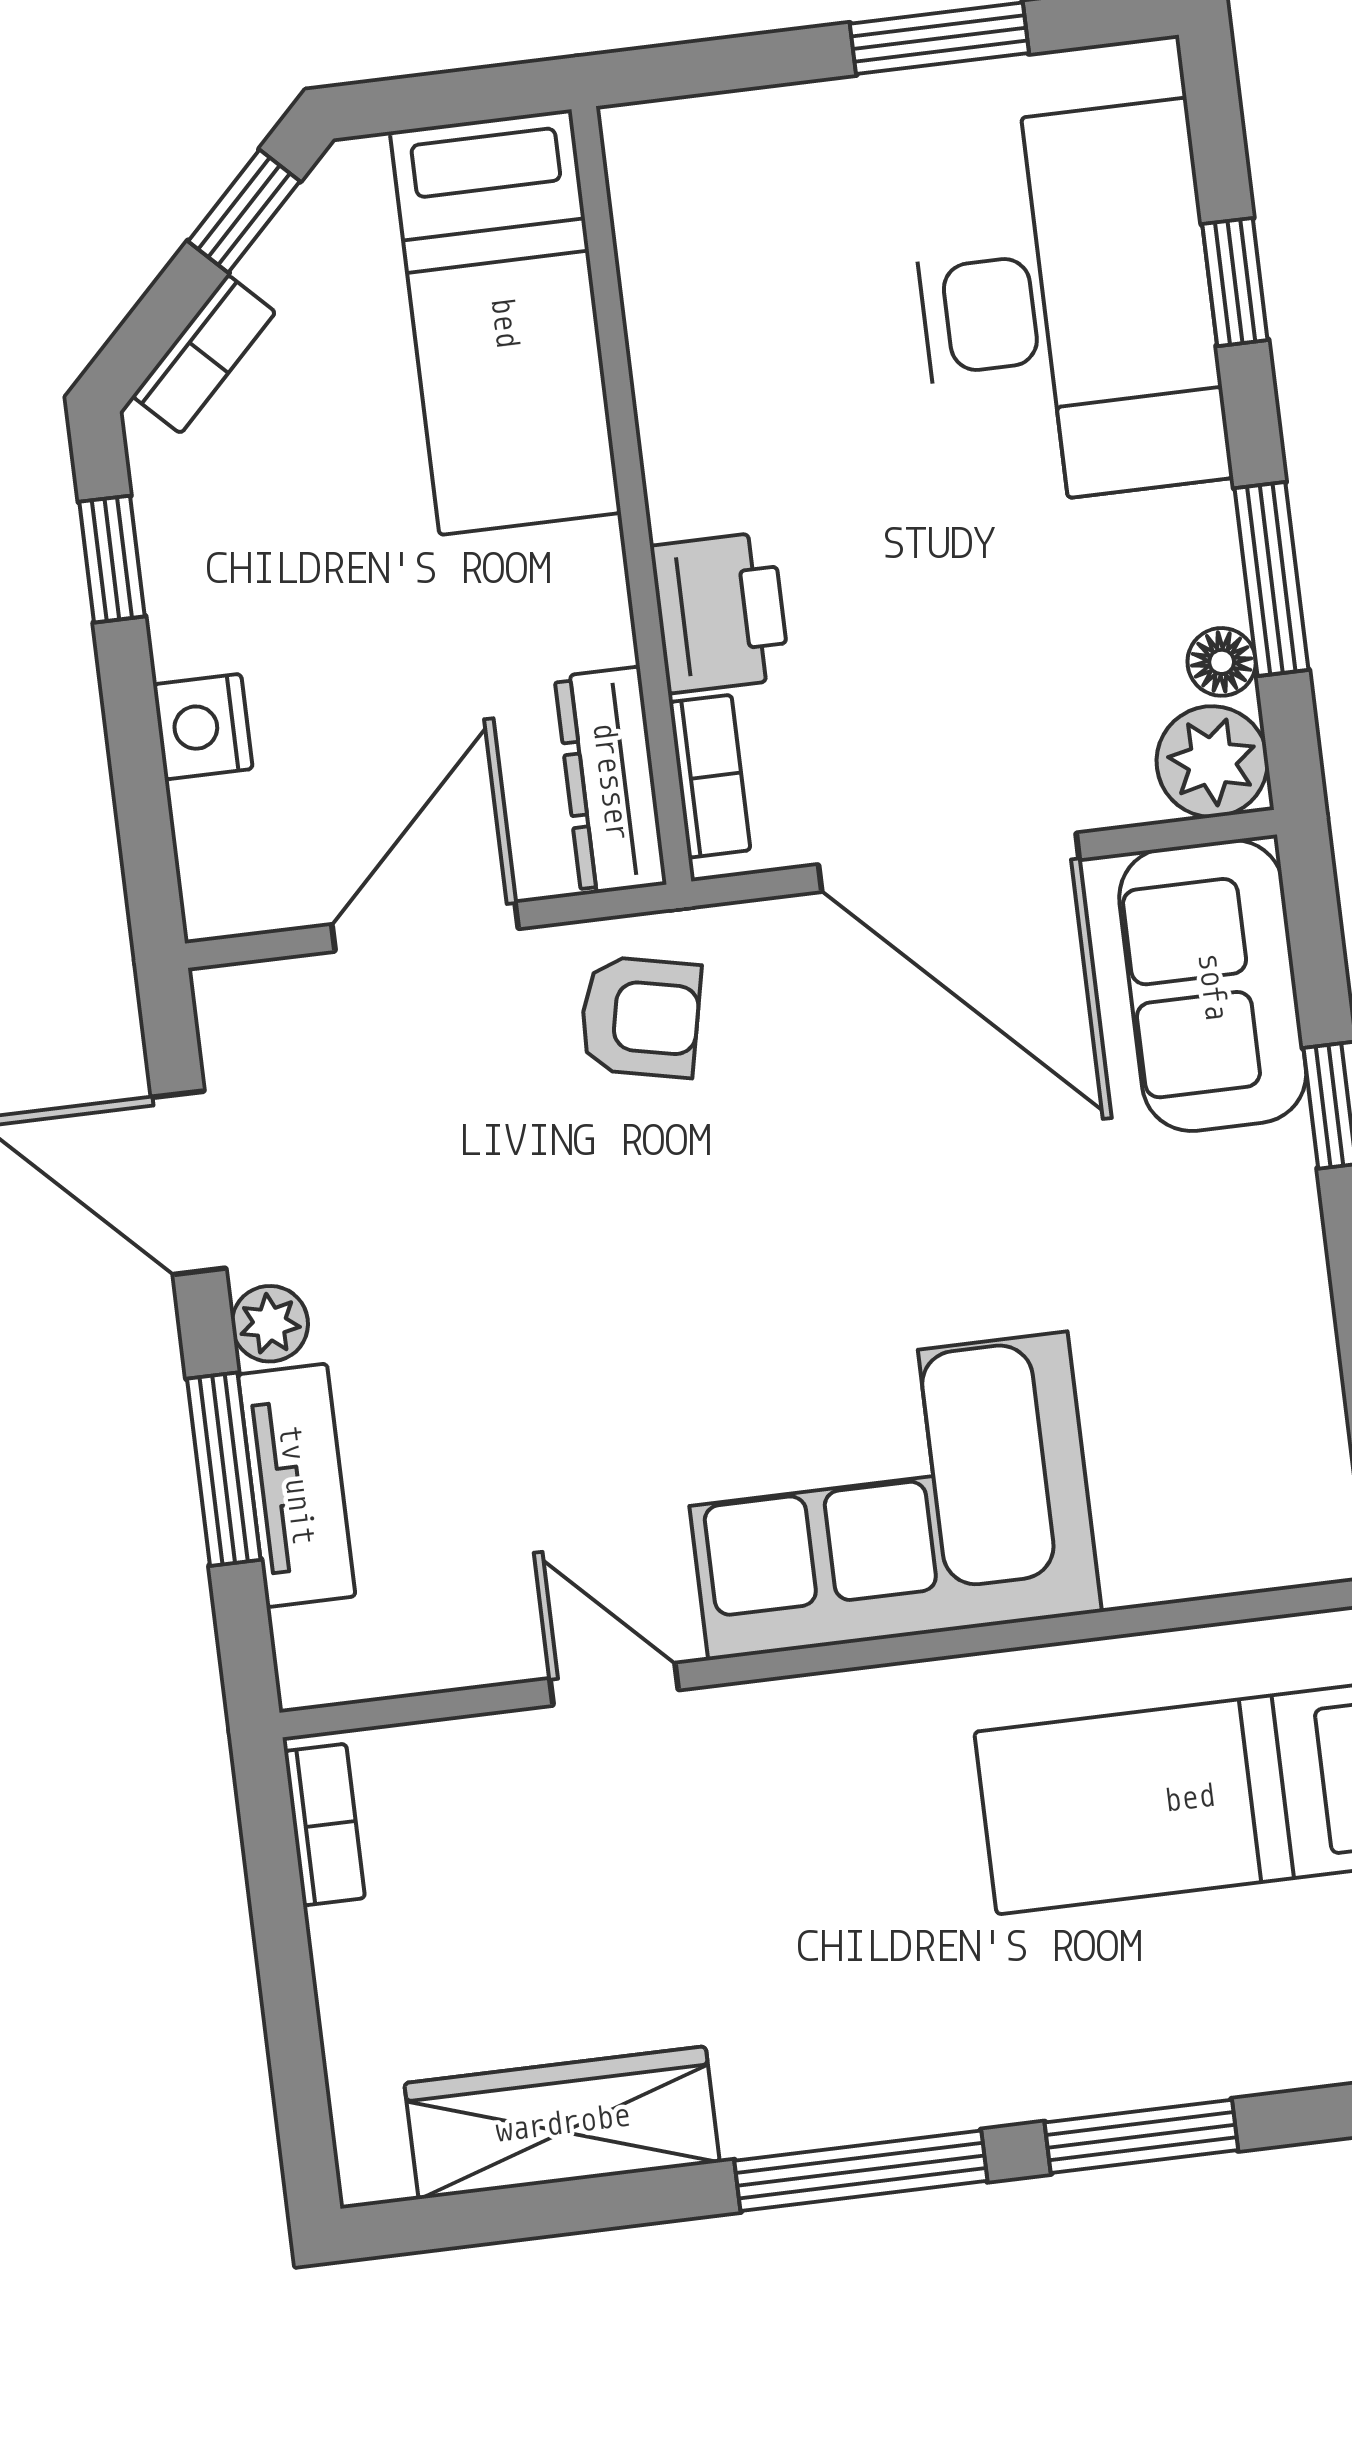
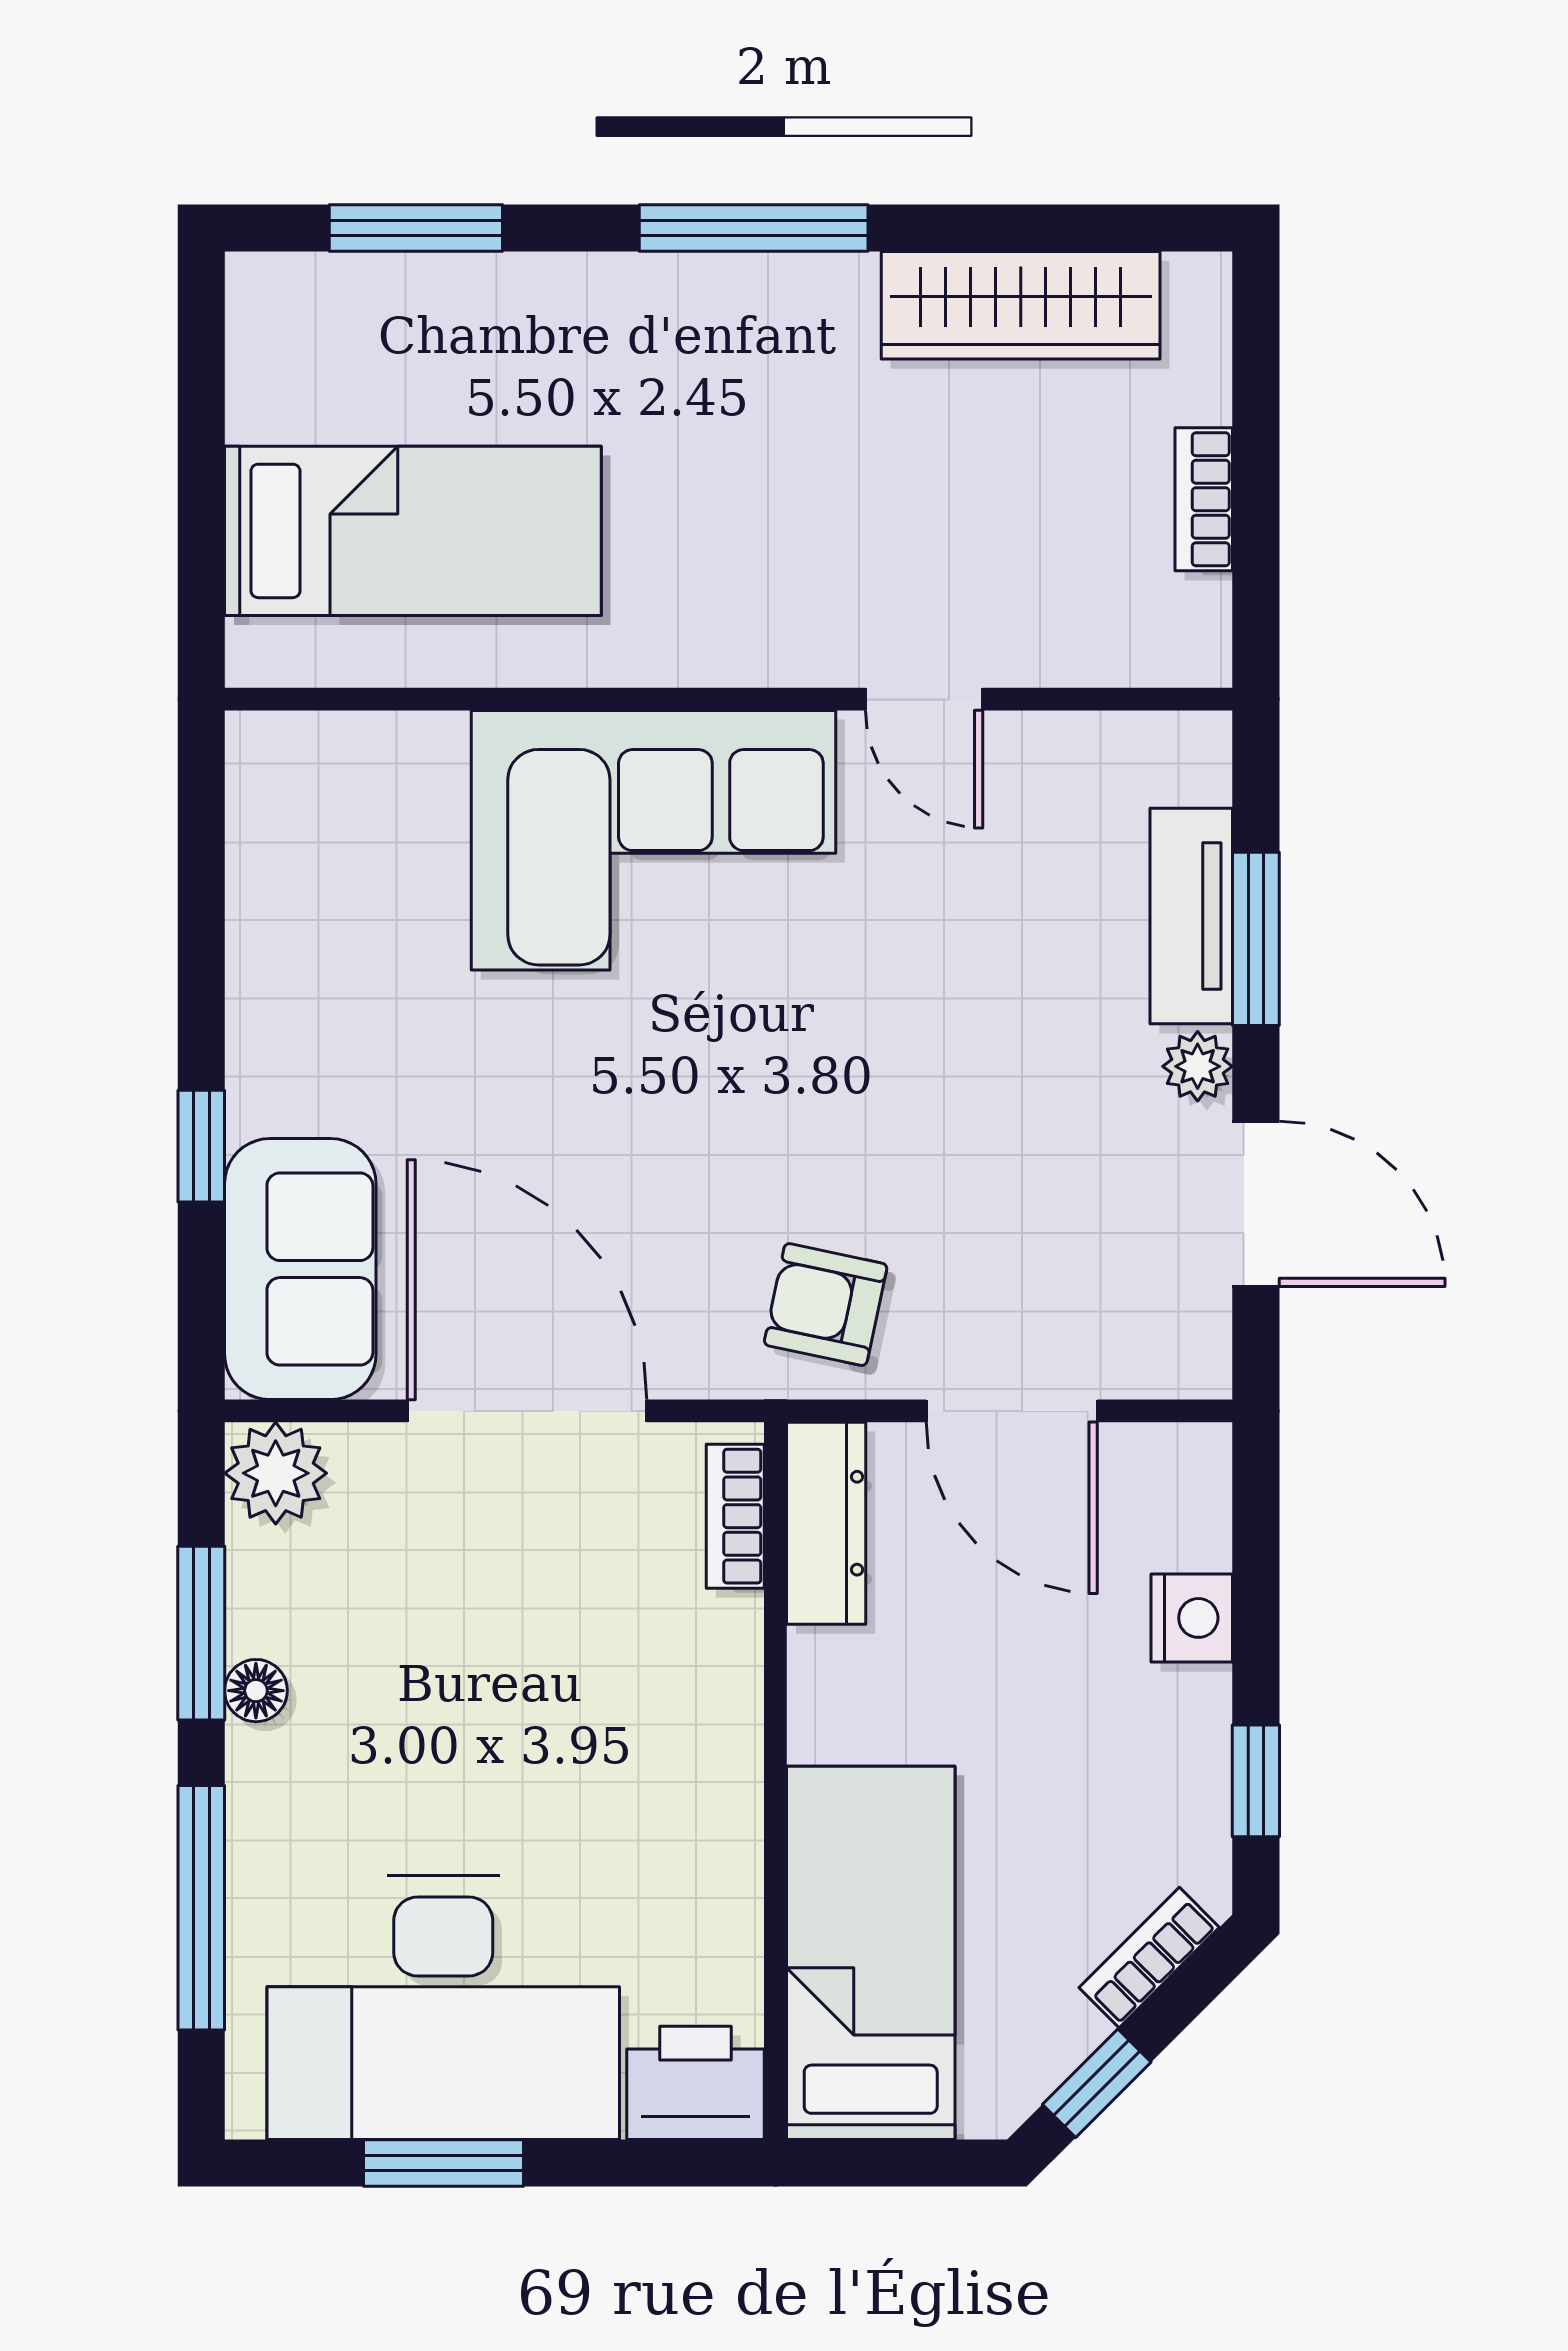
window: (1235, 282) -> (201, 1908), width x2.17
desk: (1067, 305) -> (443, 2008), moved, turned -90
printer: (720, 612) -> (696, 2083), moved, turned 90
floor lamp: (1222, 662) -> (256, 1691), moved
door: (425, 927) -> (1012, 1411), hinge flipped
bookcase: (325, 1825) -> (1204, 499), moved
window: (1141, 2136) -> (416, 228), moved

